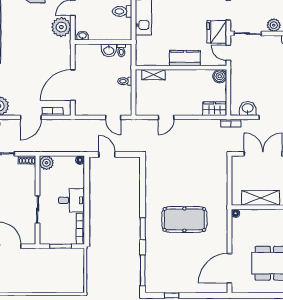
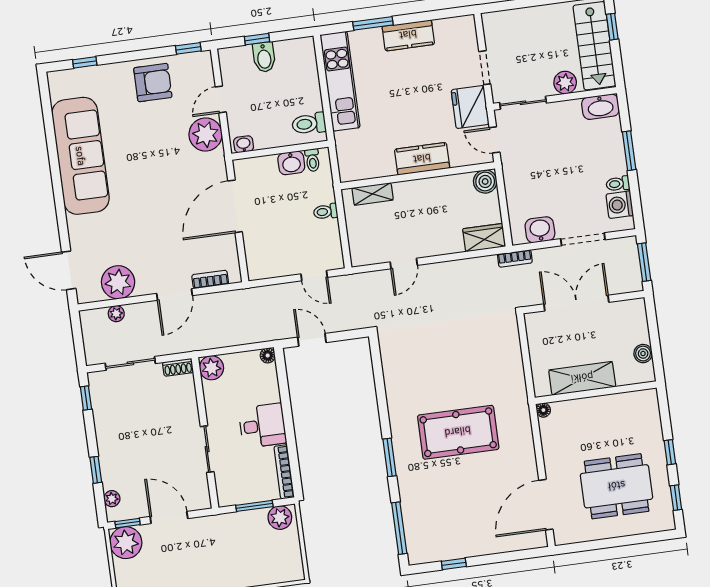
toilet: (122, 11) -> (309, 124), moved
door: (73, 85) -> (235, 206), moved
plant: (74, 255) -> (280, 518), added

